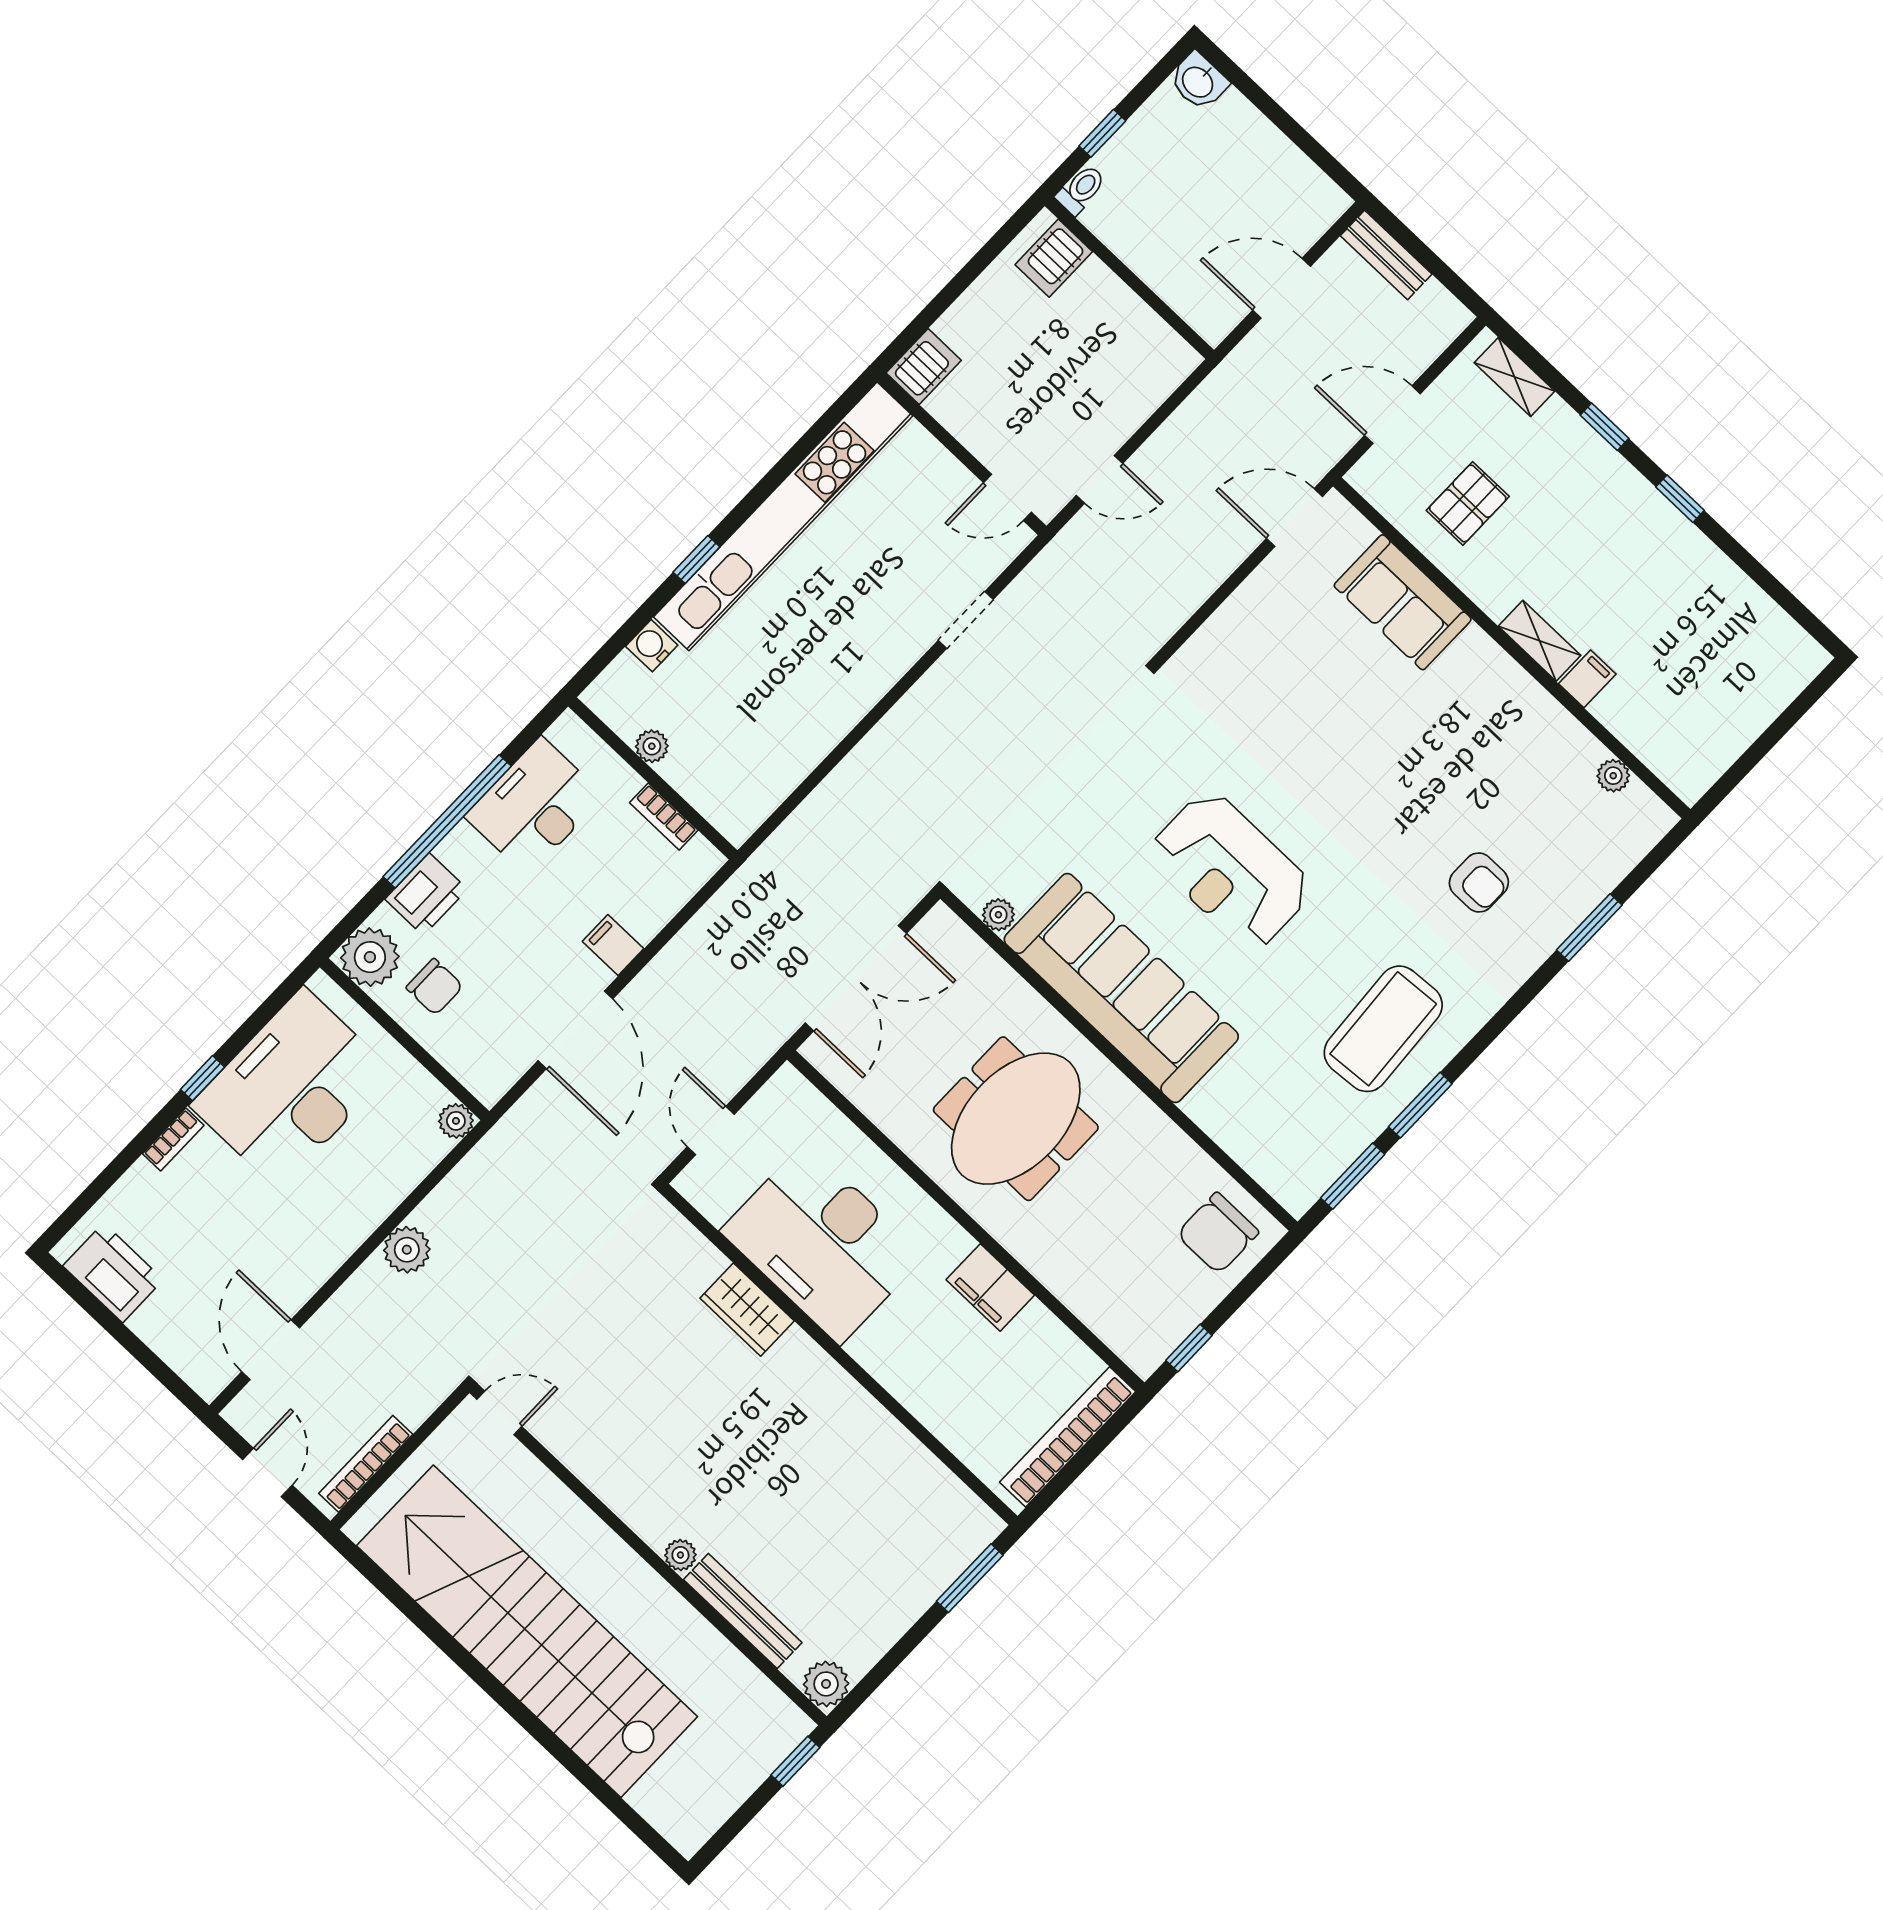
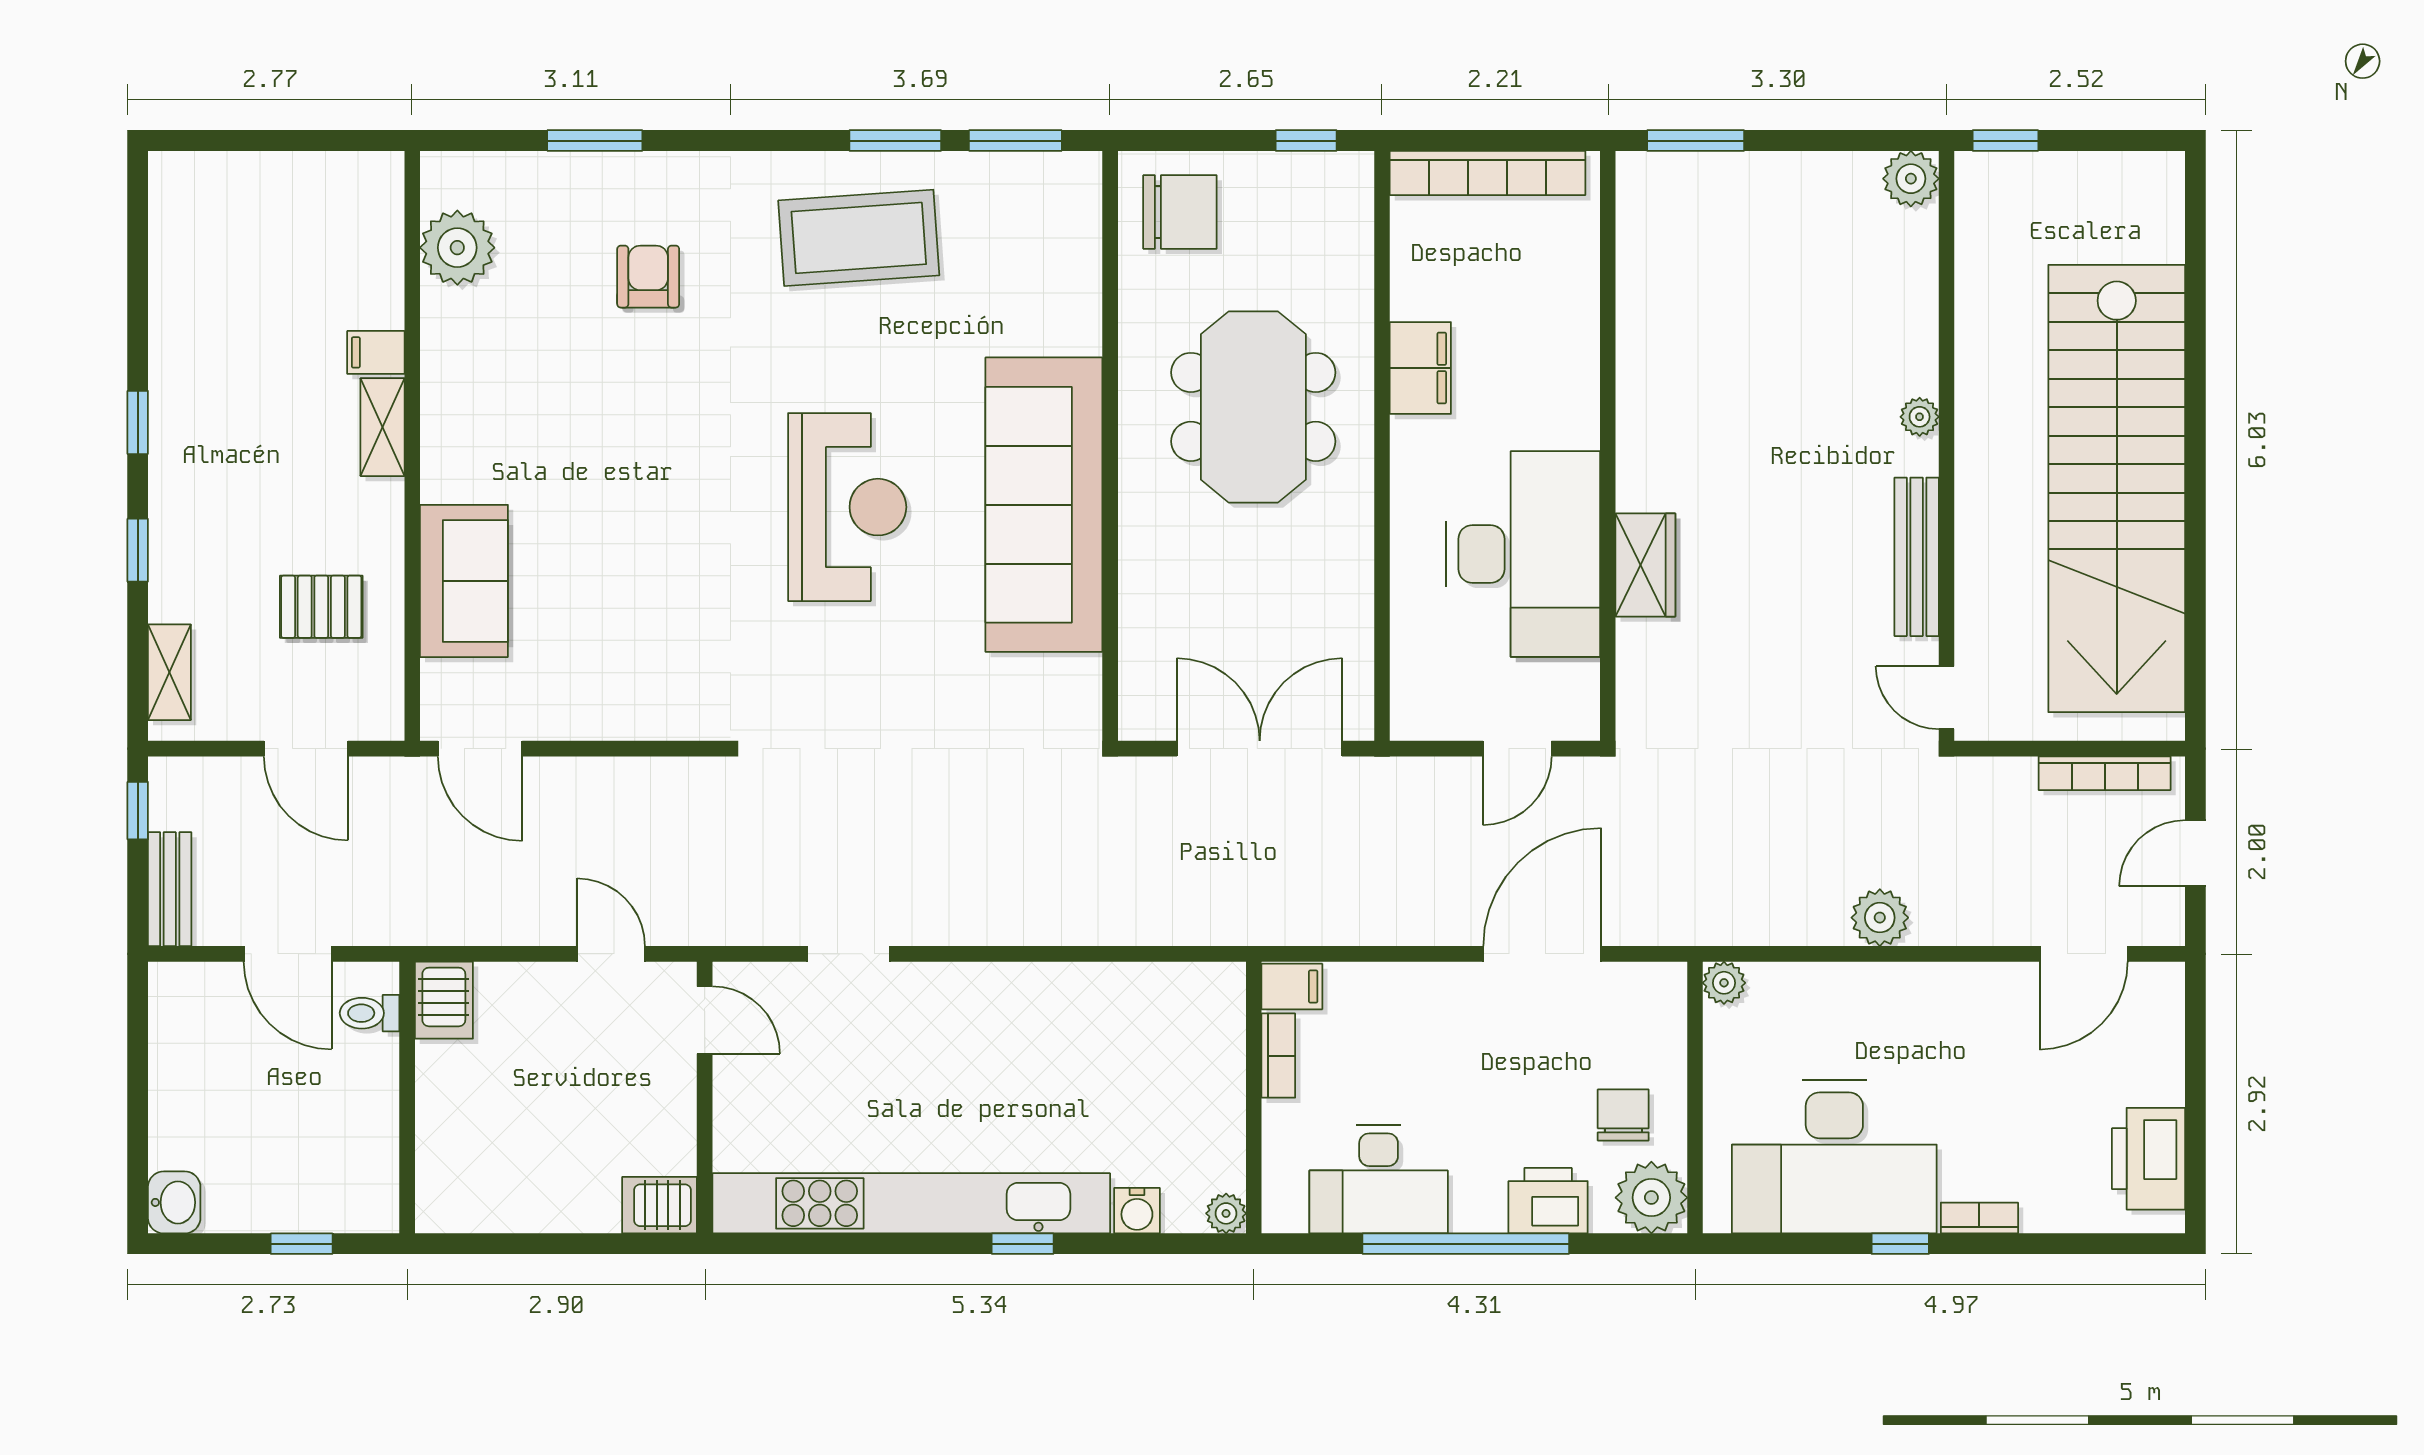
toilet: (1081, 190) -> (370, 1013), moved
server rack: (1054, 258) -> (444, 1000), moved, turned 90
window: (1451, 280) -> (138, 811), added
plant: (652, 746) -> (1226, 1213), moved
plant: (1613, 776) -> (457, 248), width x1.88, depth x1.88
plant: (998, 915) -> (1083, 676), removed
filing cabinet: (613, 945) -> (1292, 987), moved, turned -90
meeting table: (1016, 1119) -> (1253, 407), moved, turned 90
bench: (743, 1611) -> (1917, 557), moved

